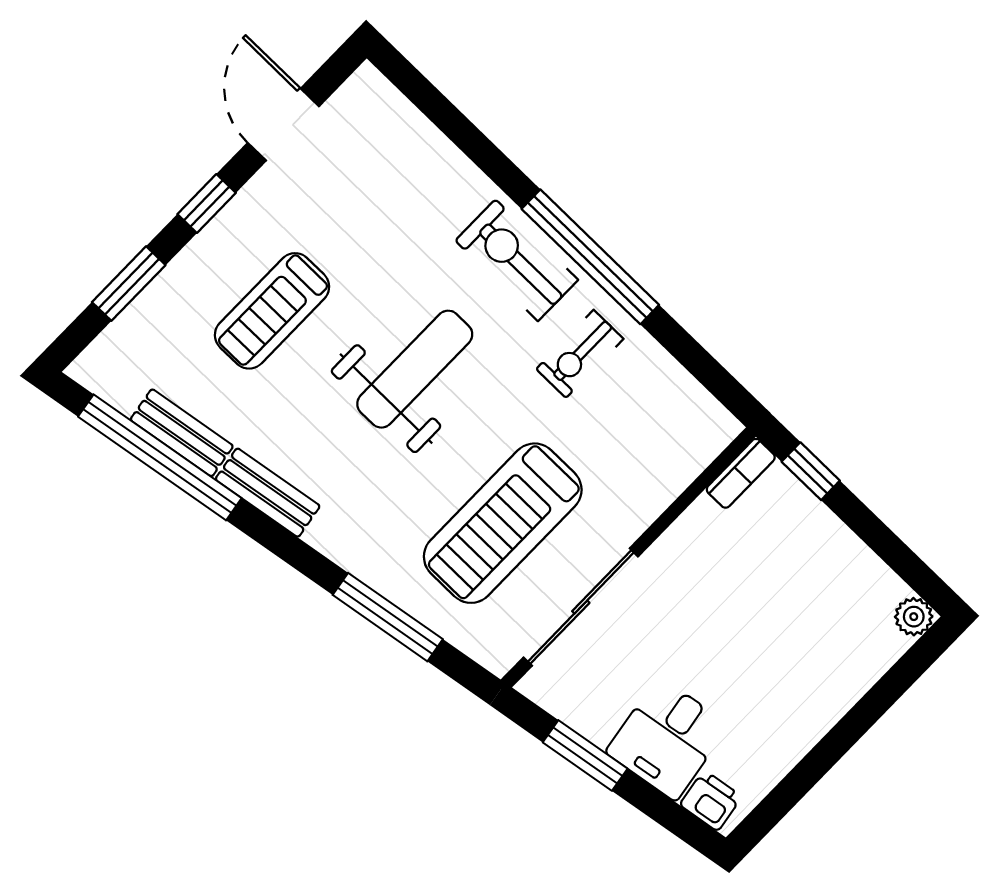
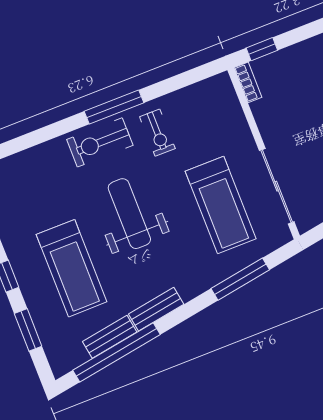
window: (590, 257) -> (114, 107), width x0.68
treadmill: (272, 311) -> (72, 268), width x1.37, depth x1.38

